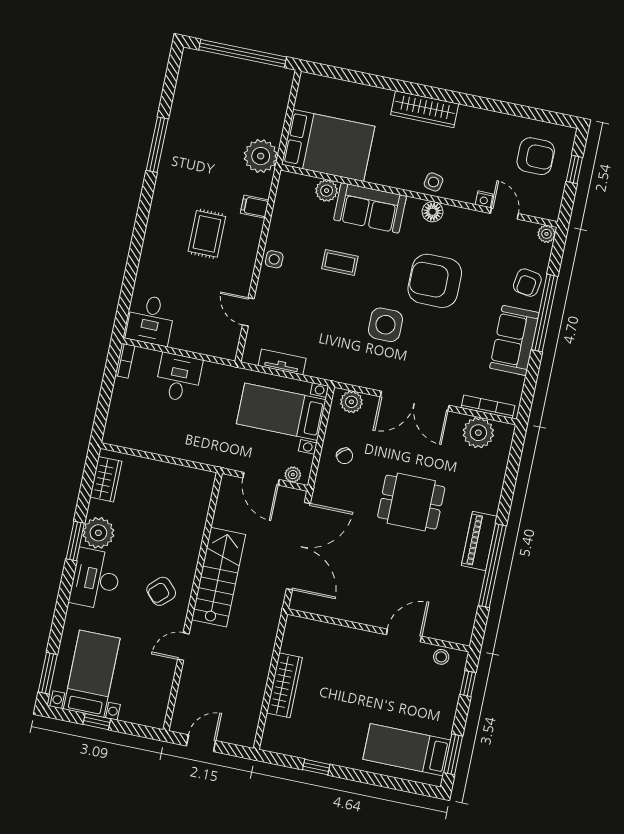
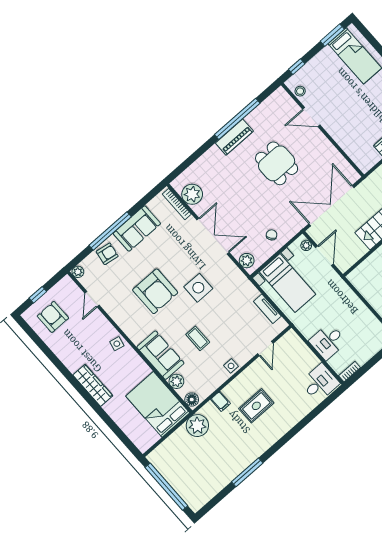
nightstand: (484, 199) -> (97, 315), removed
floor lamp: (433, 212) -> (192, 400), moved
dining table: (411, 502) -> (277, 163), moved

